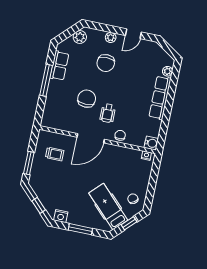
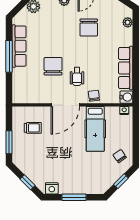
chair: (106, 63) -> (89, 27), moved
row of seats: (59, 66) -> (19, 46), width x1.48
row of seats: (160, 98) -> (126, 68), moved
hospital bed: (108, 207) -> (95, 129), moved, turned -135

